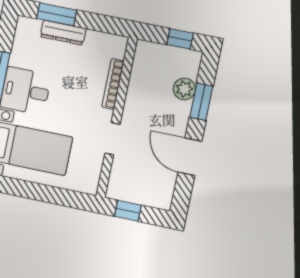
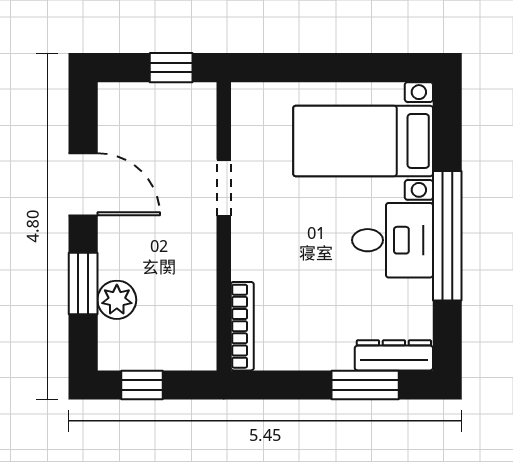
dresser: (63, 33) -> (394, 355), moved
bookcase: (113, 84) -> (242, 326), moved

